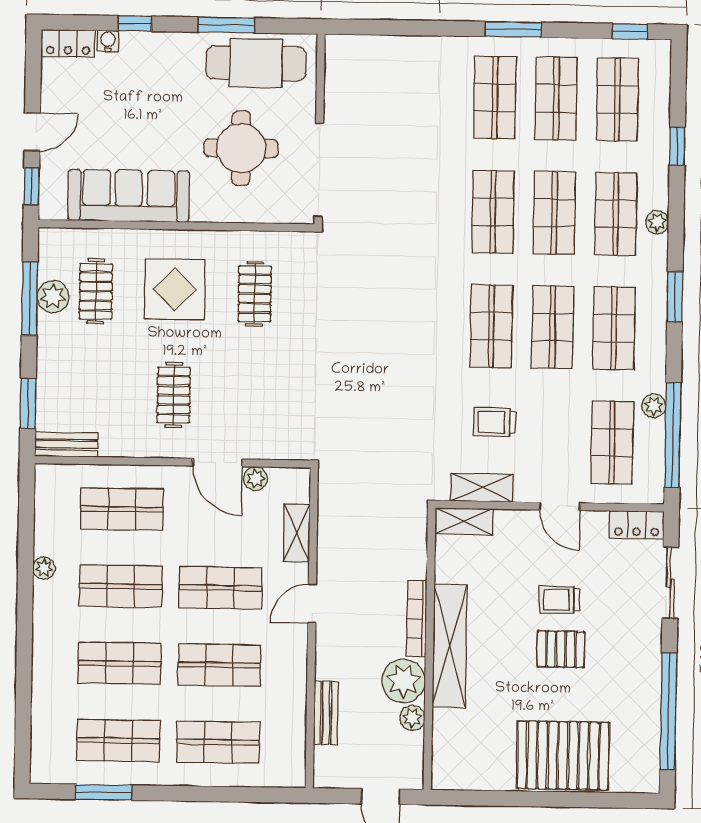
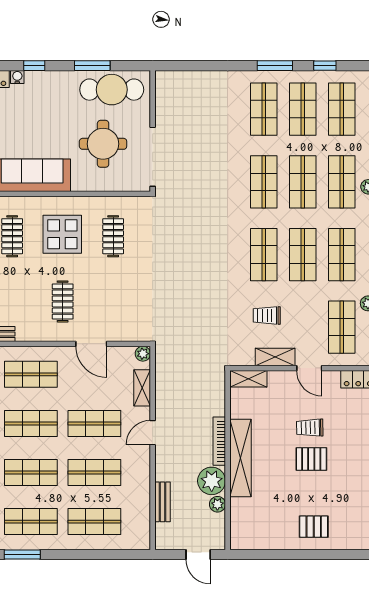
window: (630, 31) -> (325, 66), moved
plant: (256, 479) -> (143, 354), moved
shelving: (482, 487) -> (275, 357), moved
pallet: (563, 755) -> (314, 527), width x0.49, depth x0.50

